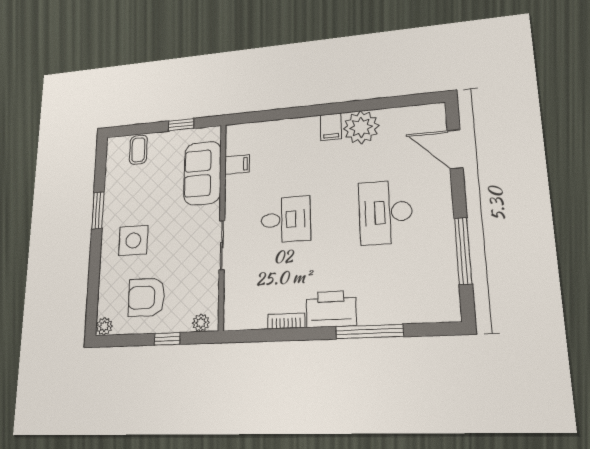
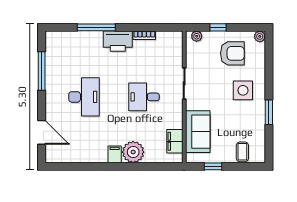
plant: (361, 127) -> (133, 152), moved
filing cabinet: (237, 164) -> (175, 141), width x2.00

